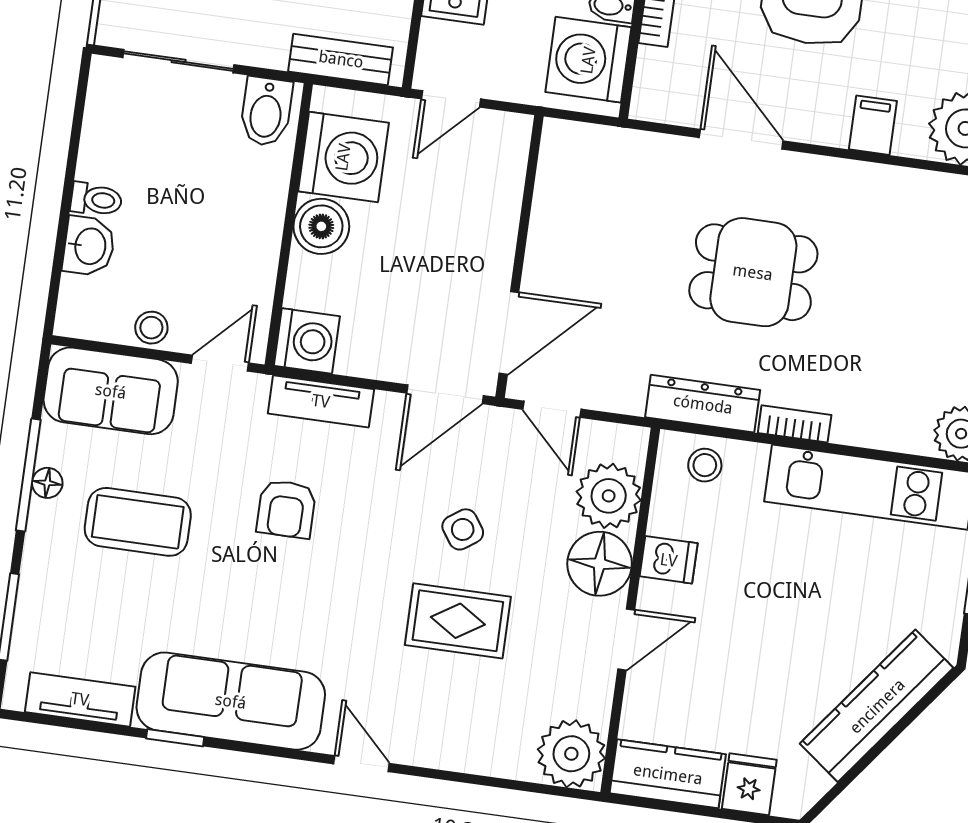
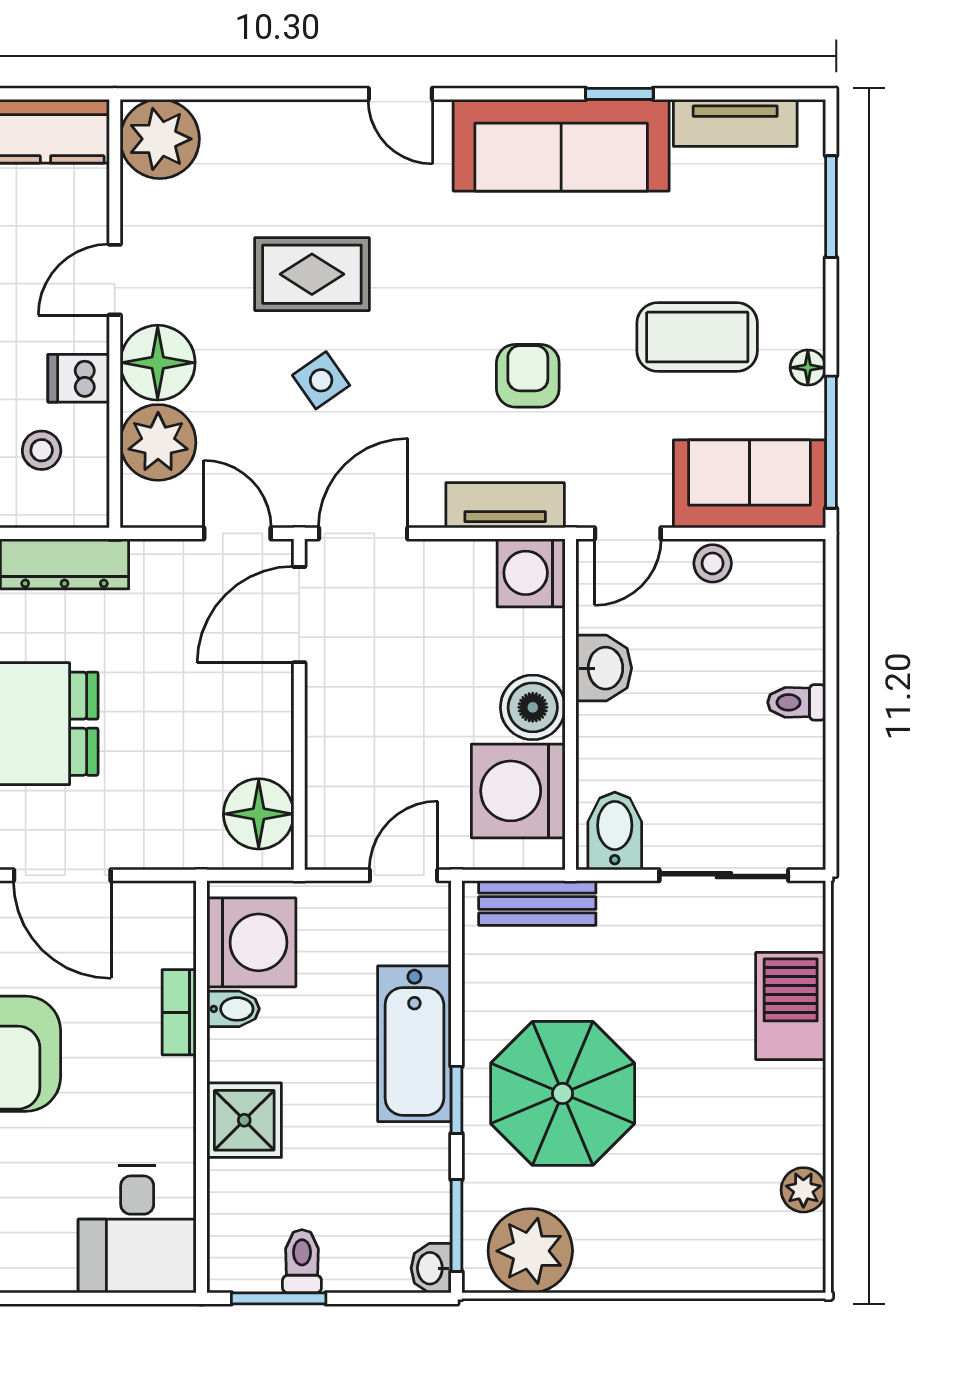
floor lamp: (567, 168) -> (259, 814), added
washbasin: (89, 246) -> (604, 668), moved, turned 180
stool: (705, 465) -> (42, 450), moved
window: (28, 475) -> (831, 442), moved

